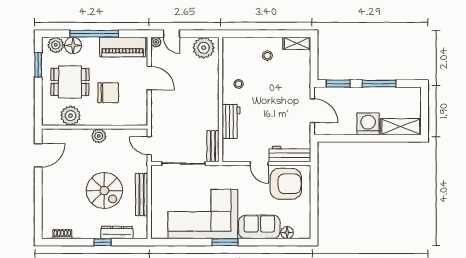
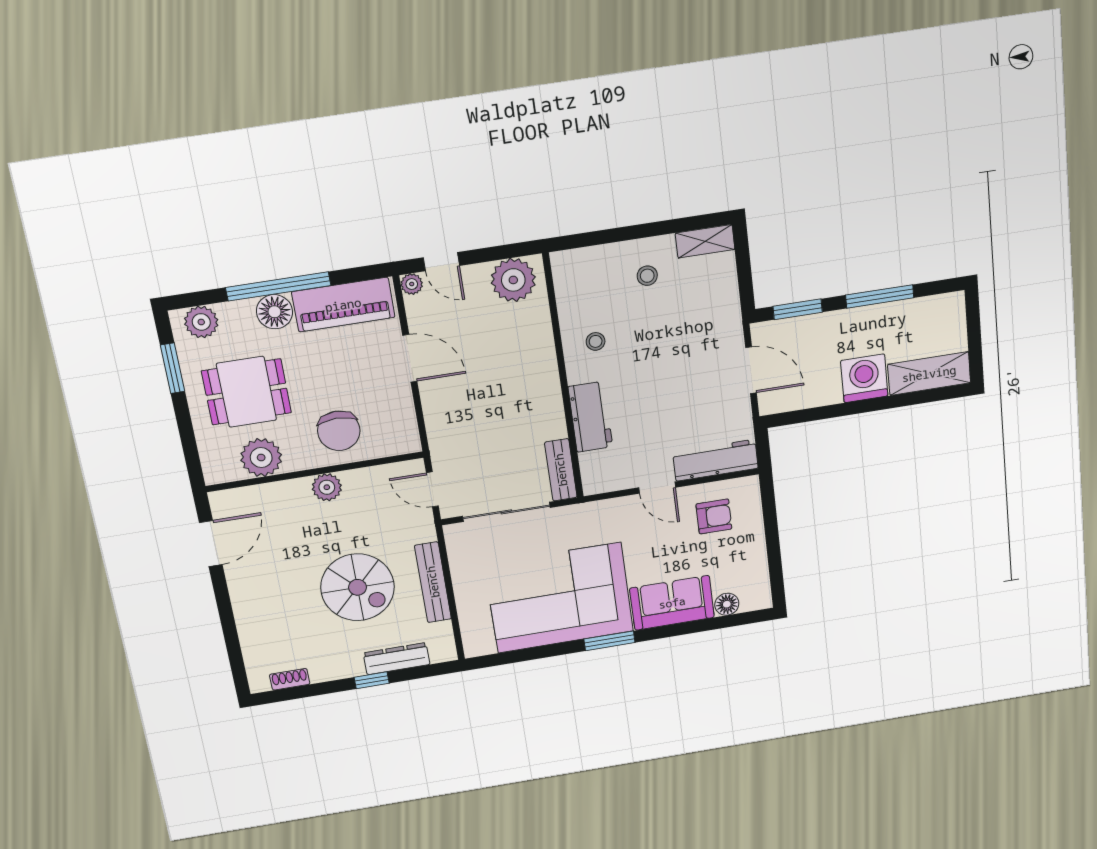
floor lamp: (73, 45) -> (275, 312), moved
chair: (108, 93) -> (339, 431), moved, turned 90
armchair: (286, 184) -> (714, 516), width x0.53, depth x0.53

